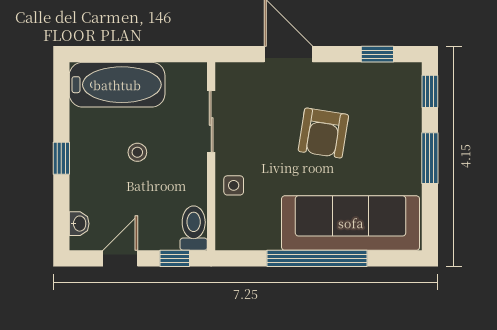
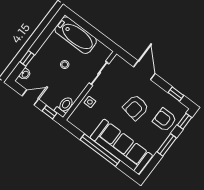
armchair: (392, 116) -> (165, 120), added
window: (61, 158) -> (27, 58), moved

